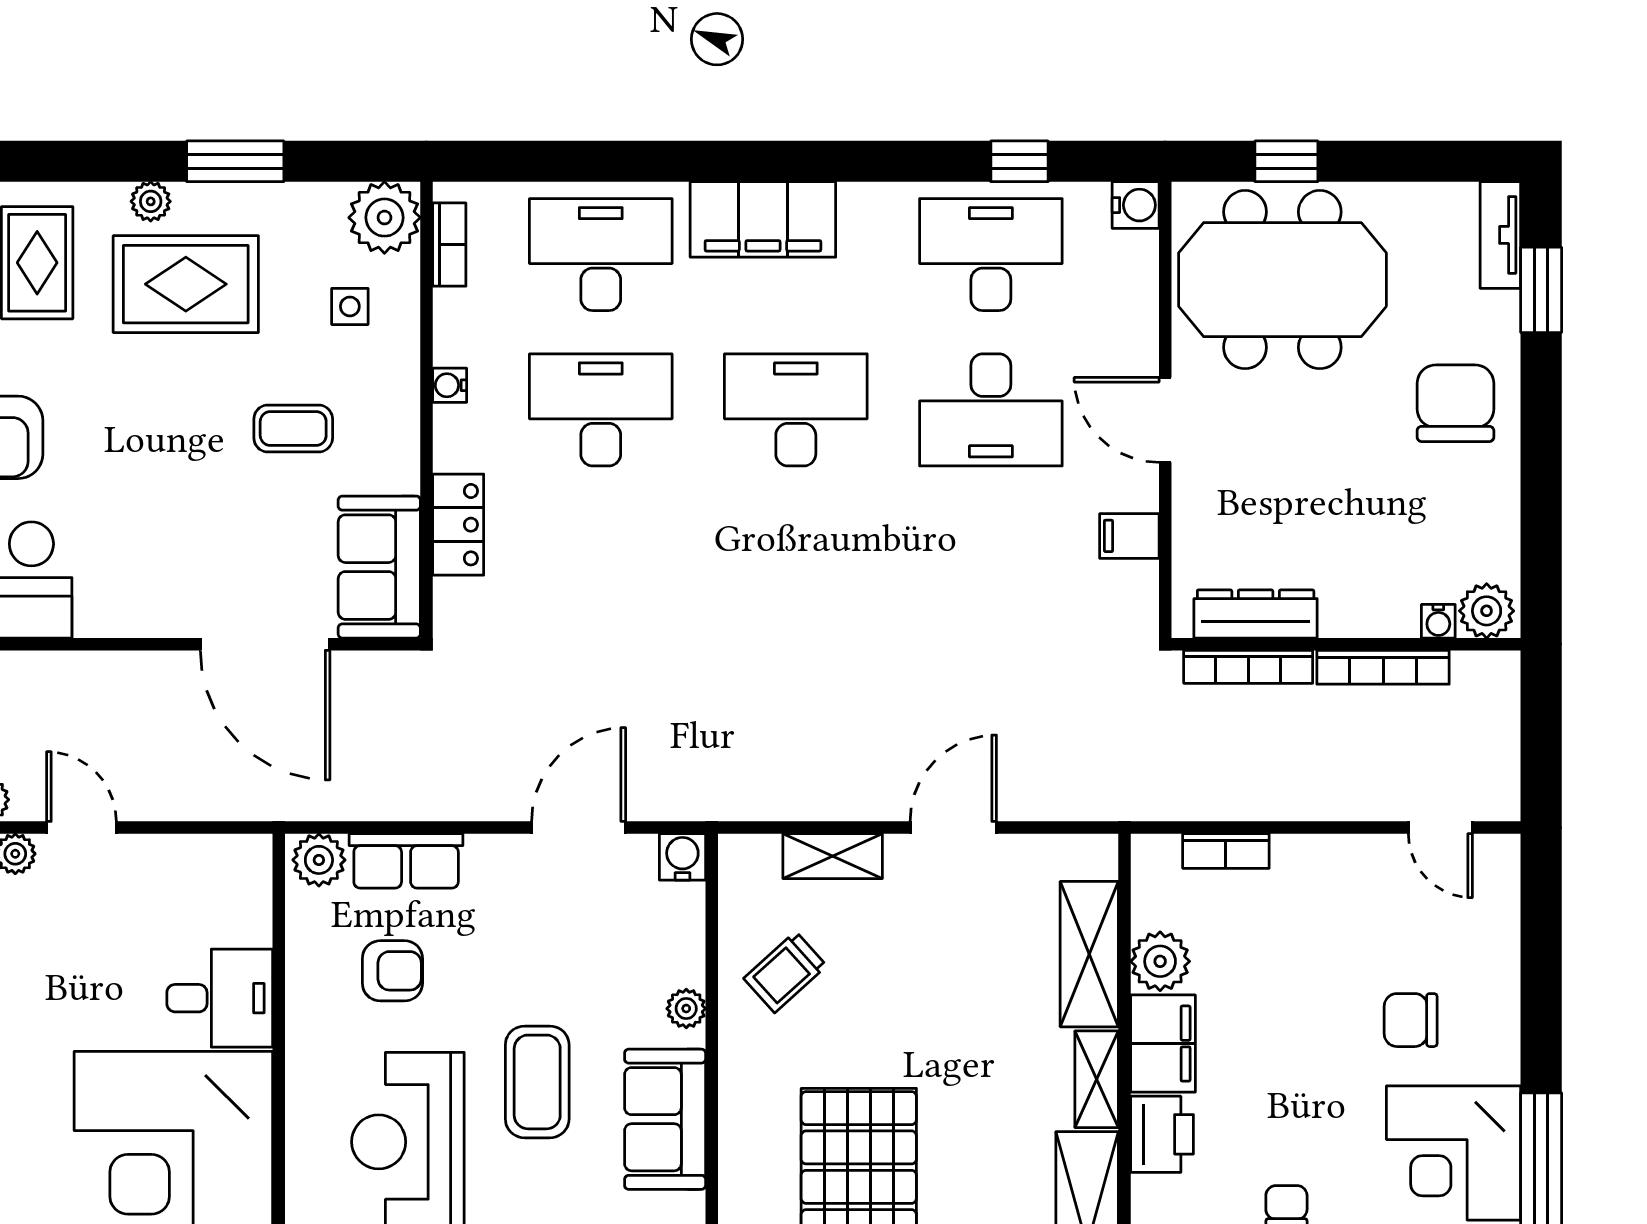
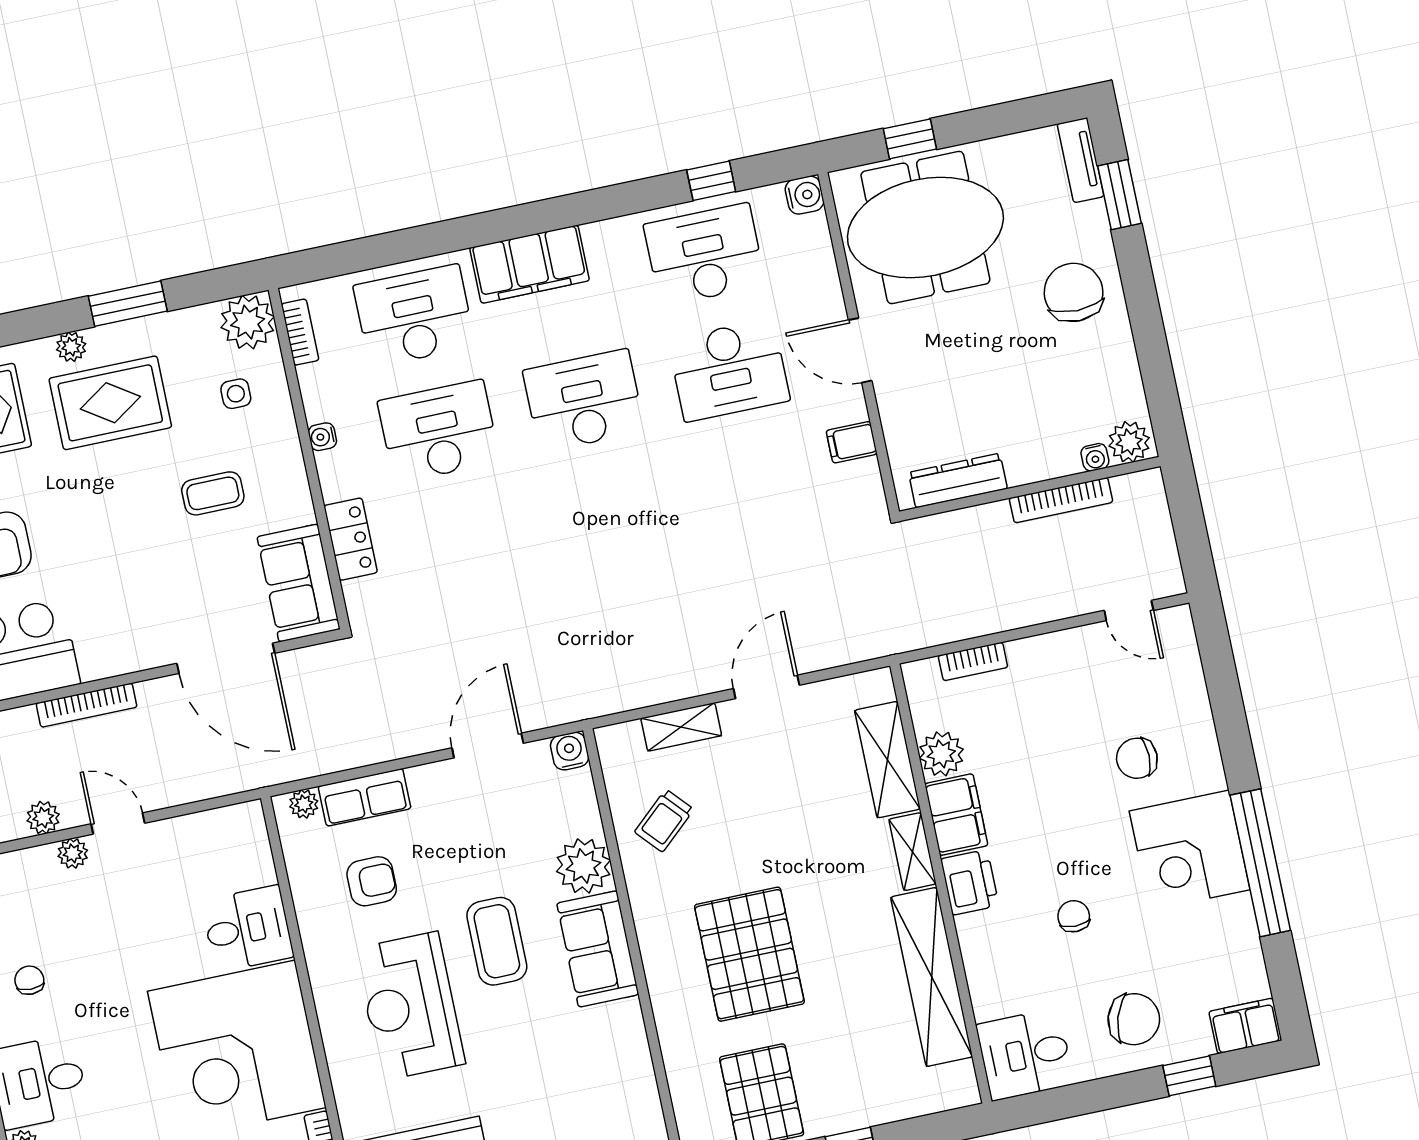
bookcase: (1248, 667) -> (87, 705), moved
plant: (319, 860) -> (304, 804), width x0.73, depth x0.73
plant: (686, 1009) -> (583, 866), width x1.87, depth x1.87

